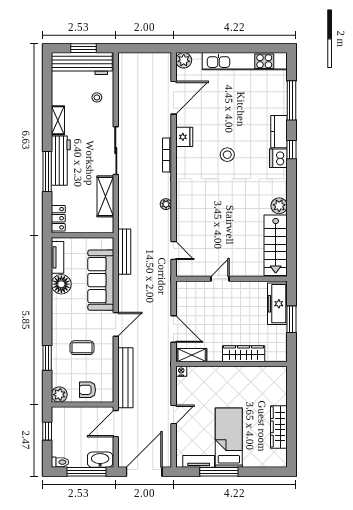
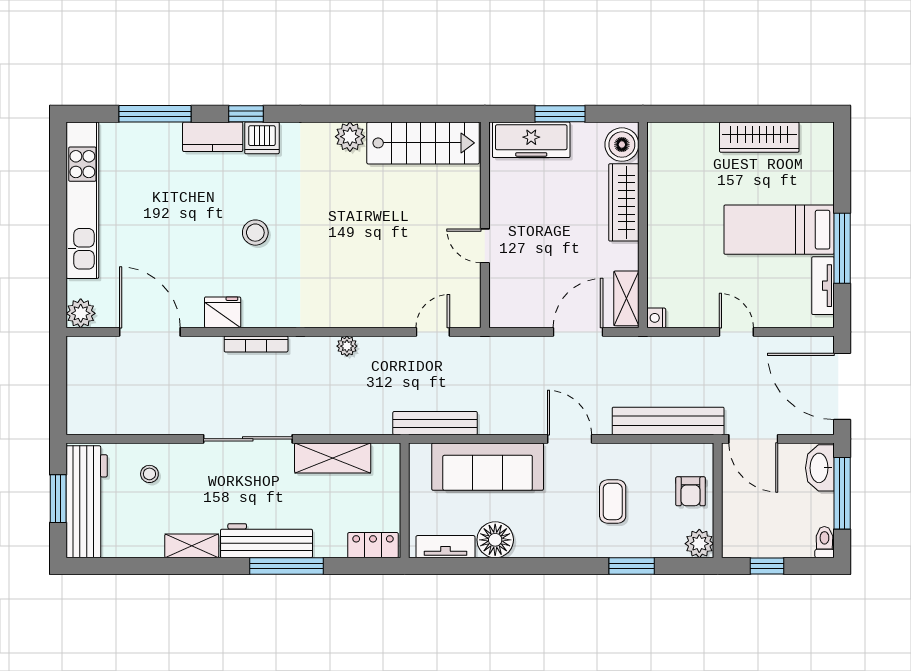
boiler: (275, 353) -> (622, 145), added

